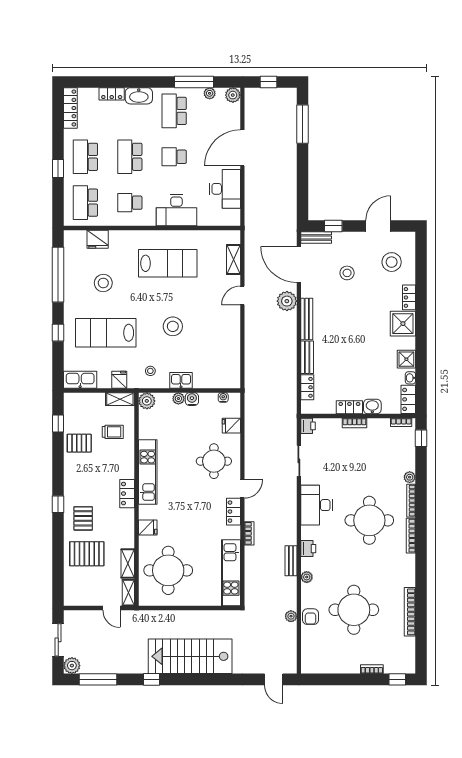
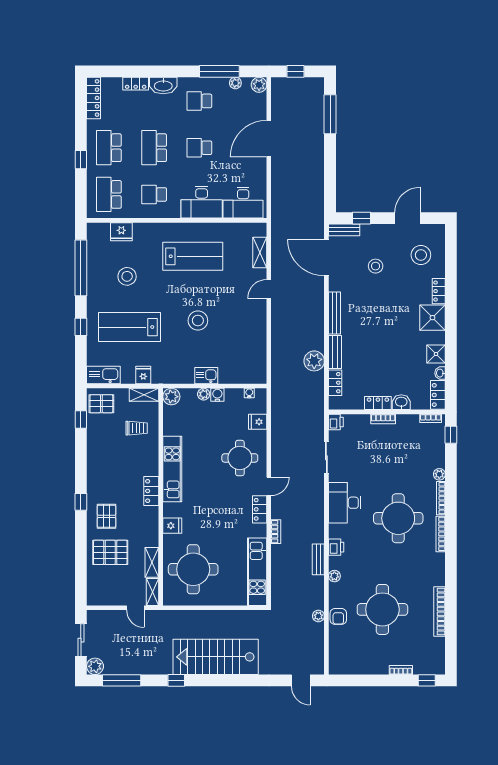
school desk: (174, 111) -> (199, 101), width x0.54
desk: (225, 189) -> (243, 203), moved, turned 90
plant: (287, 301) -> (314, 361), moved
stool: (150, 371) -> (175, 366), removed
pallet: (79, 443) -> (101, 404), moved

